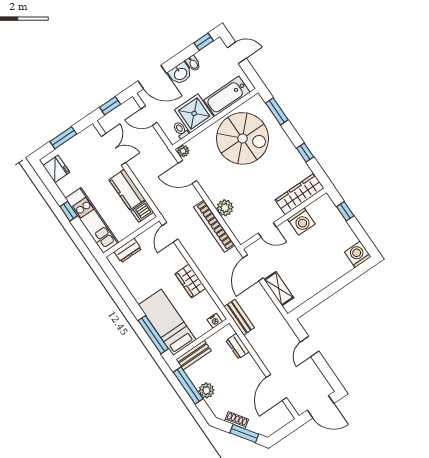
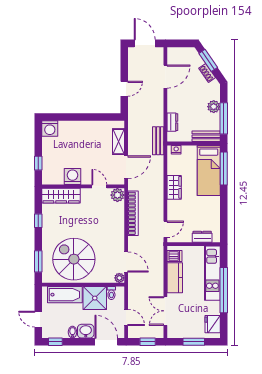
plant: (225, 208) -> (117, 195), moved
window: (69, 211) -> (224, 290), width x3.17

